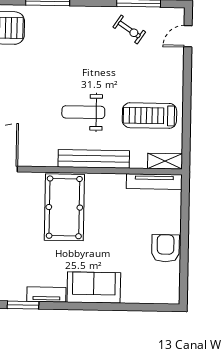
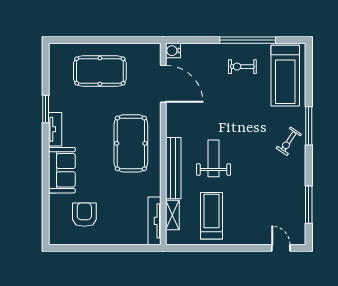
exercise bike: (129, 30) -> (289, 141), moved
shelving: (165, 161) -> (172, 215), moved
pool table: (64, 207) -> (131, 143), turned 90
armchair: (165, 248) -> (84, 215), moved, turned -90

